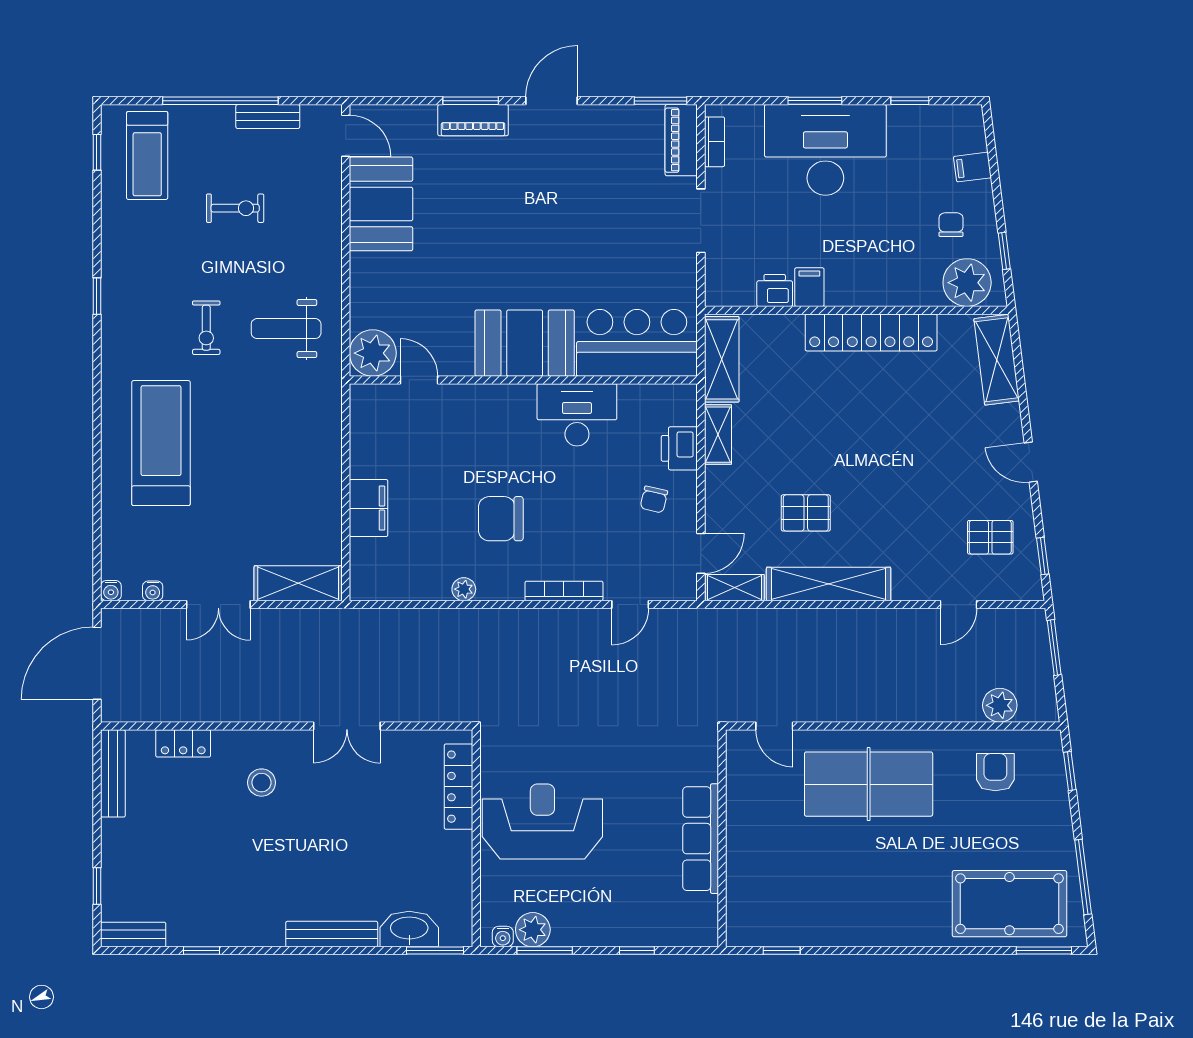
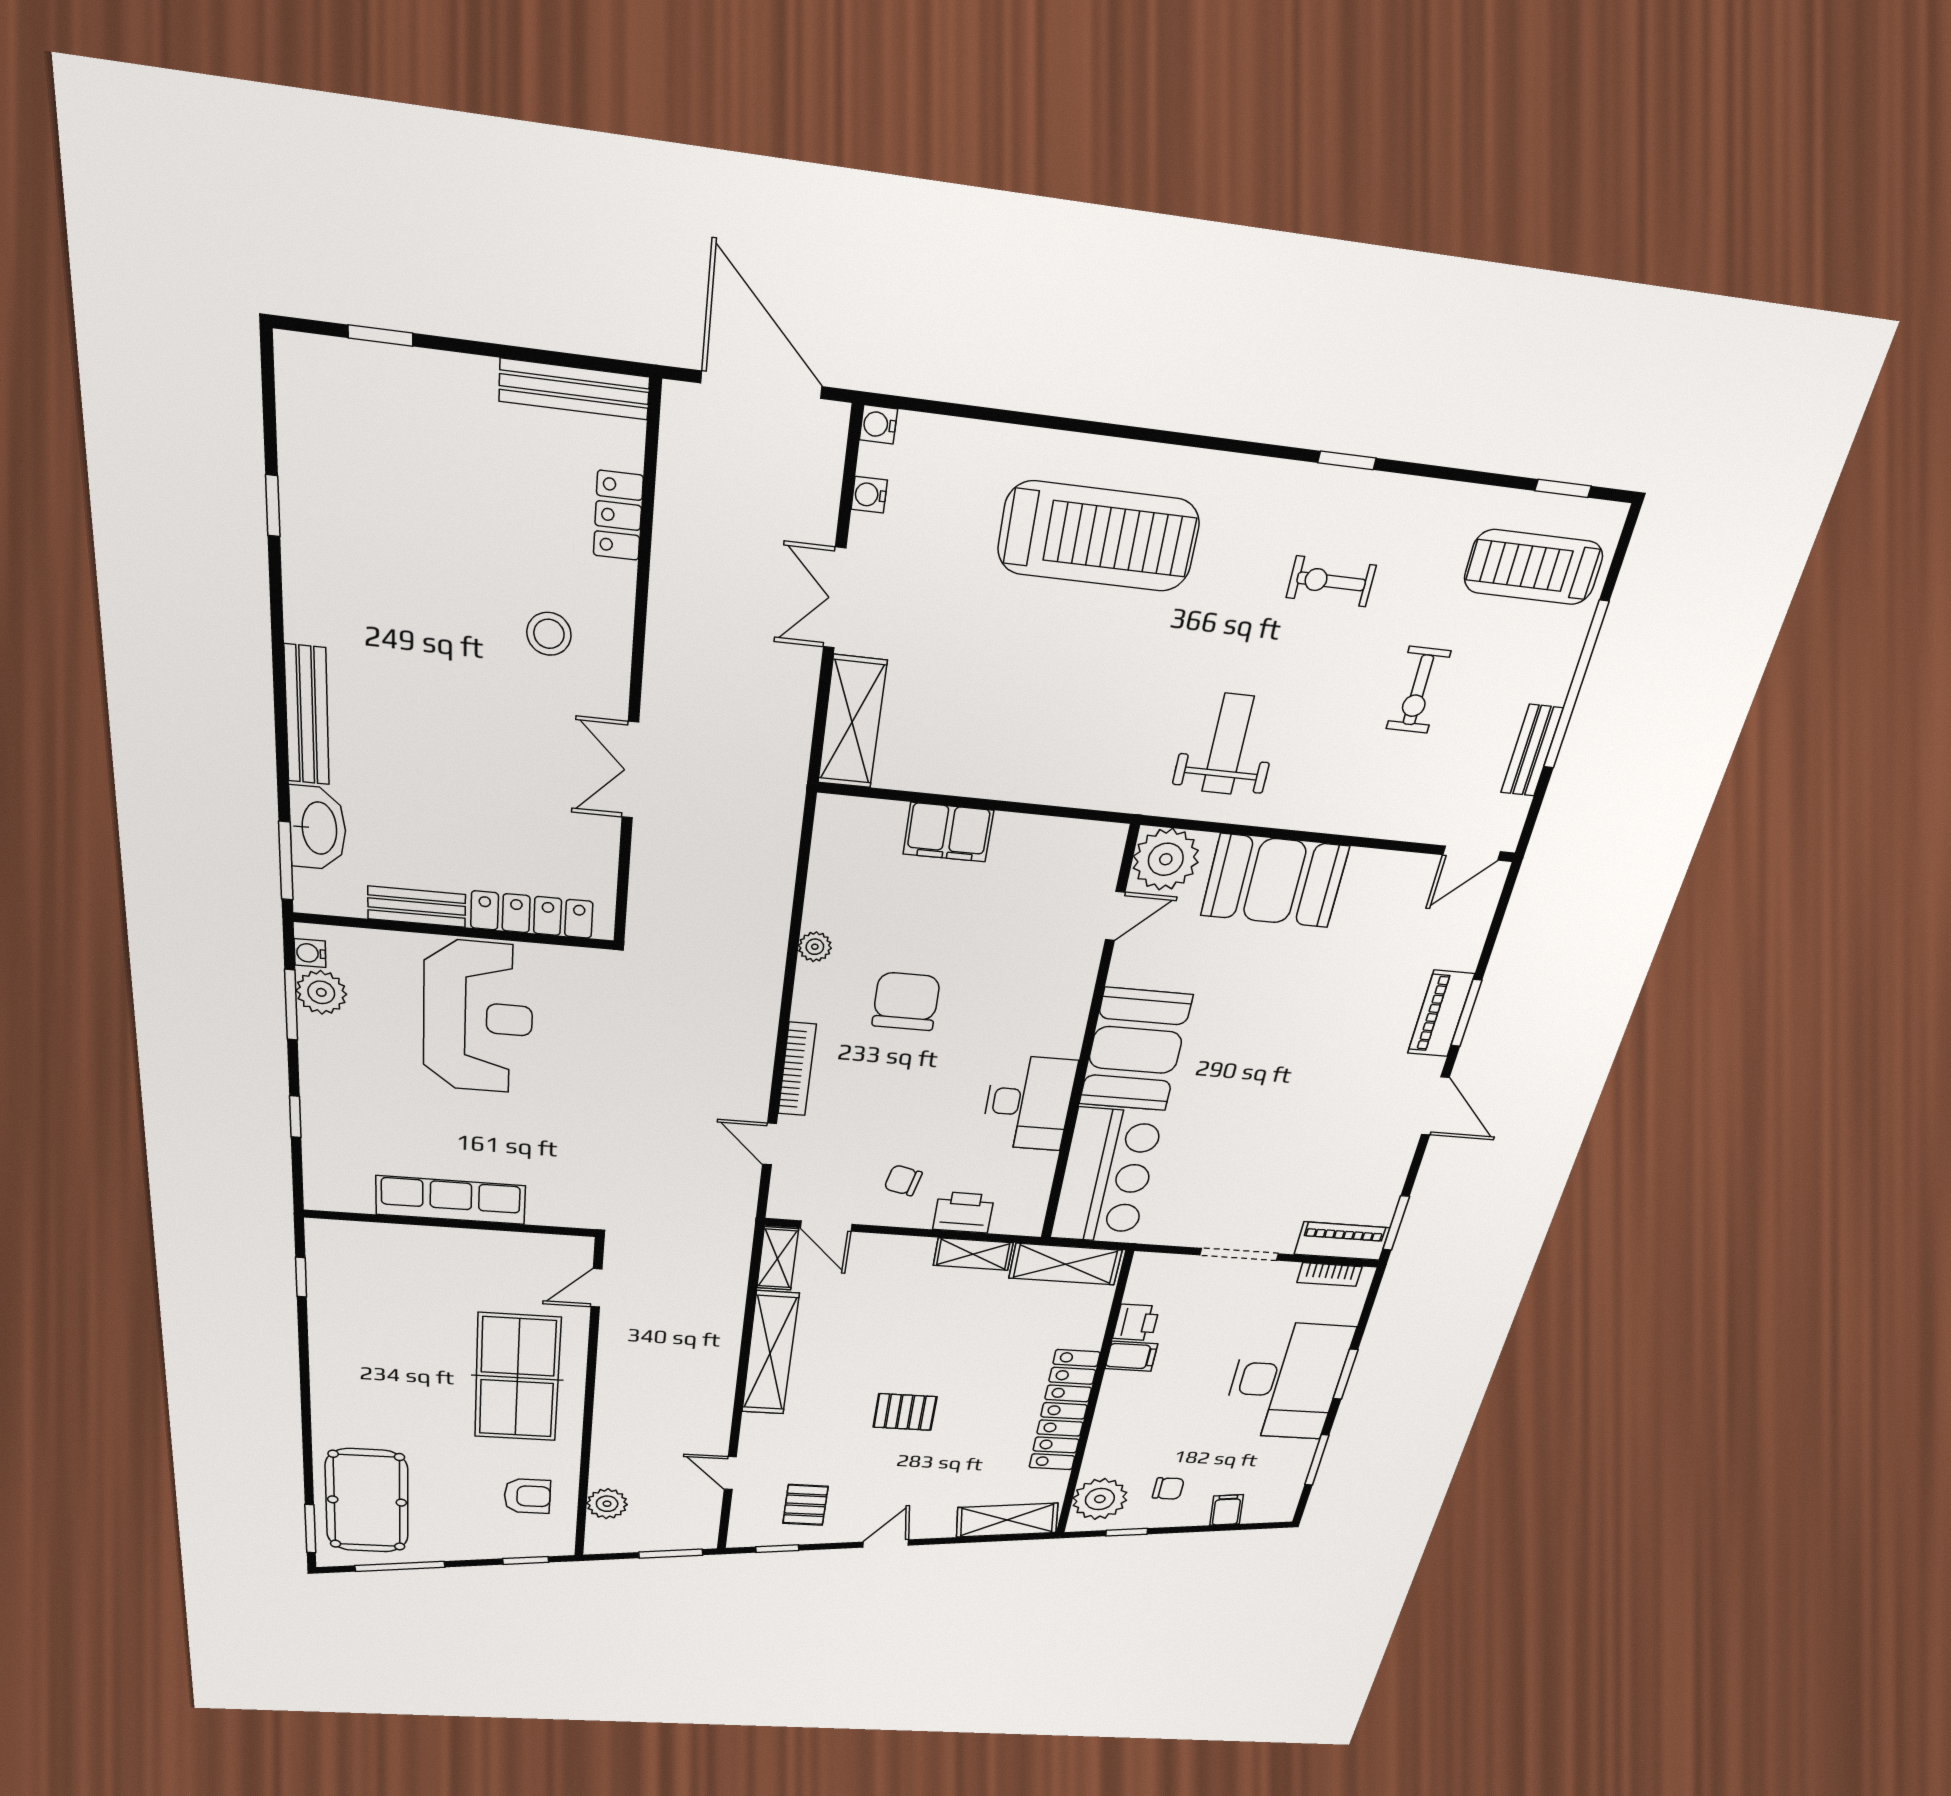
window: (910, 101) -> (1317, 1460), width x1.50
booth: (381, 204) -> (1275, 881), moved
exercise bike: (206, 328) -> (1331, 581), moved
pallet: (806, 513) -> (905, 1412), moved, turned 90
bench: (133, 934) -> (417, 907), moved, turned 90

